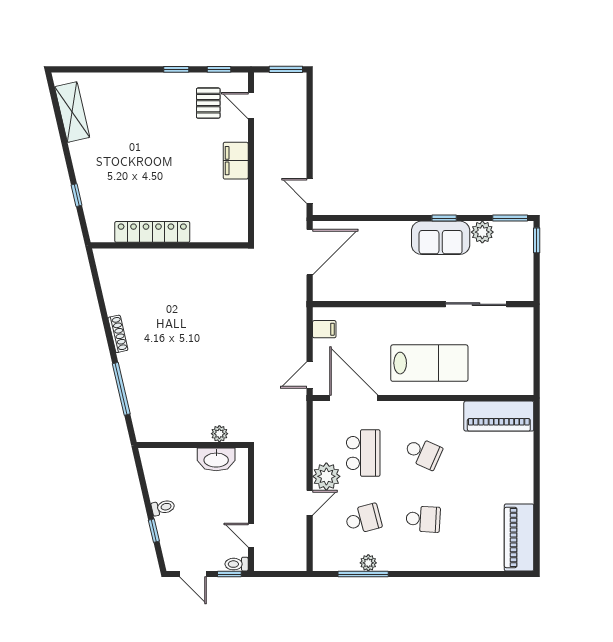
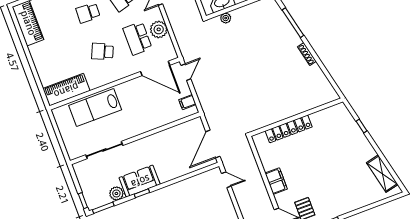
locker: (152, 232) -> (289, 129), moved
lab bench: (429, 363) -> (95, 108), moved
plant: (326, 476) -> (159, 29), moved

